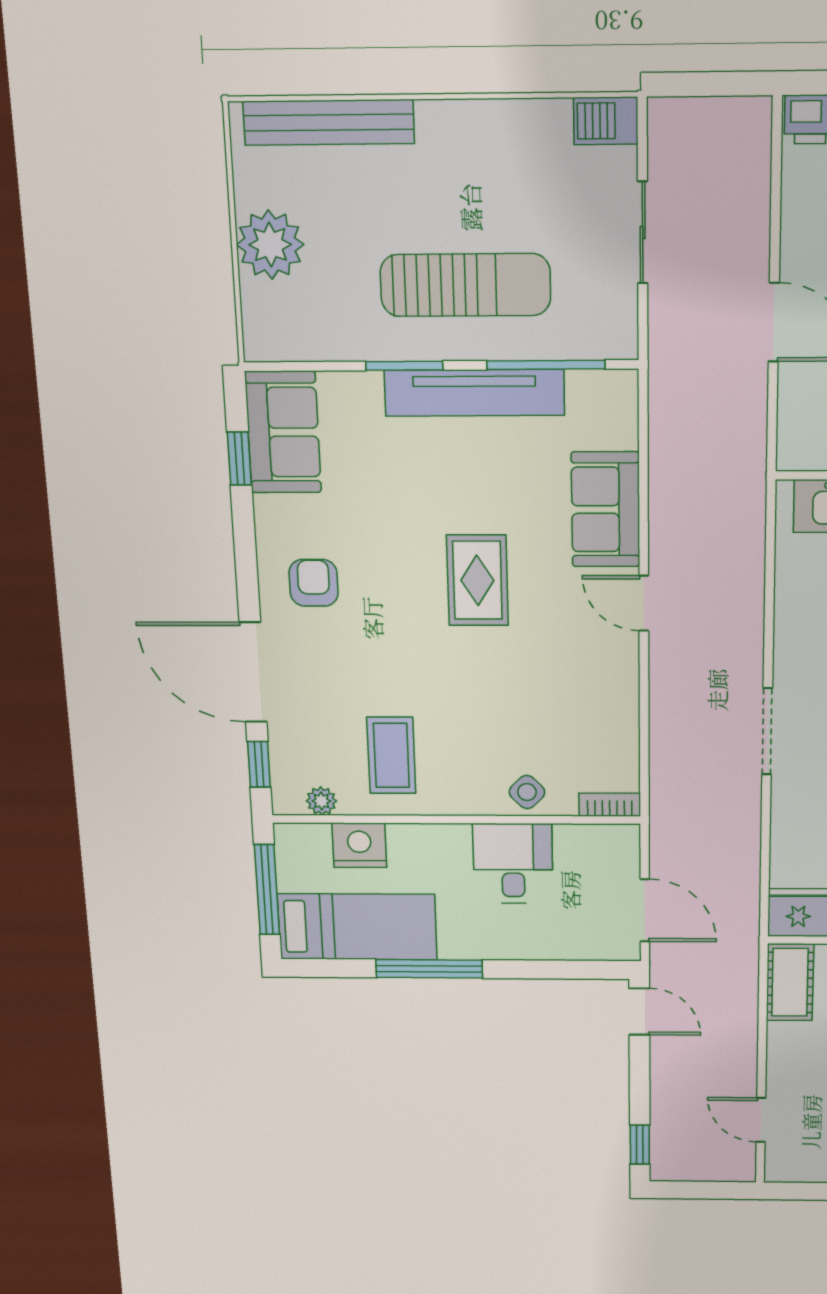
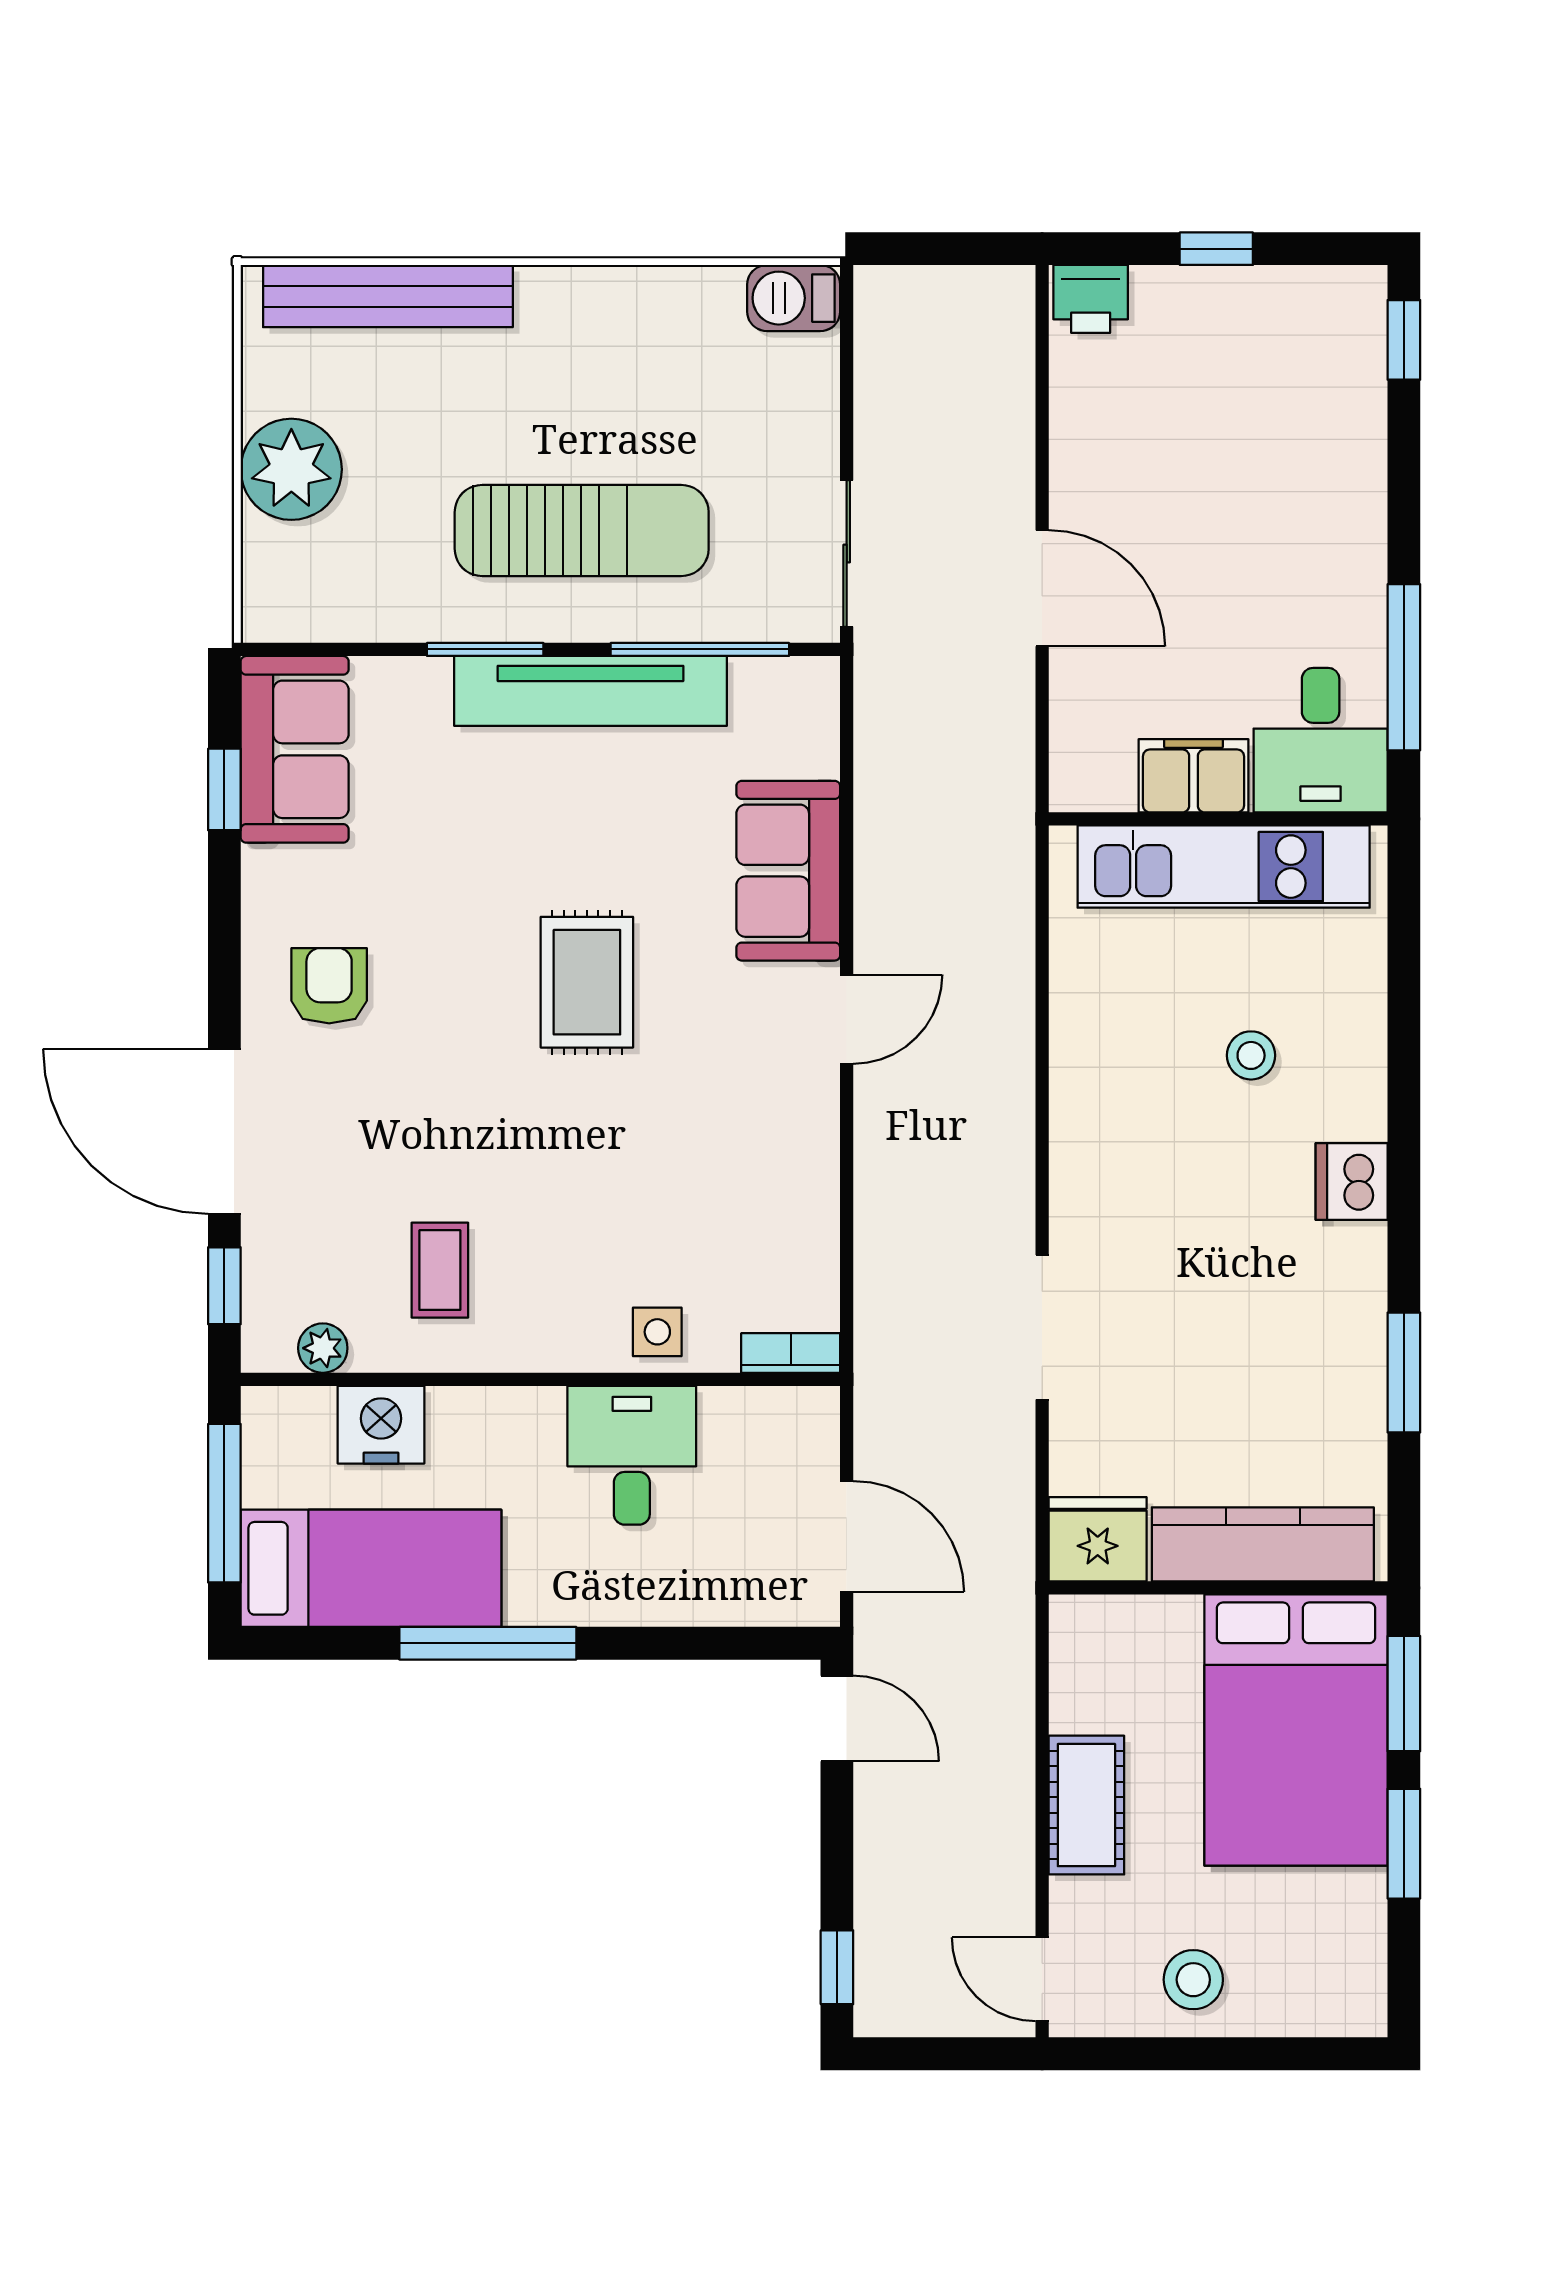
sliding door: (643, 233) -> (847, 554), moved
door: (644, 603) -> (847, 1019), swing flipped
doorway: (767, 731) -> (1042, 1327), moved
coffee table: (391, 755) -> (440, 1270), width x0.73, depth x0.77
side table: (527, 792) -> (657, 1332), turned 45
cot: (790, 982) -> (1086, 1805), moved
door: (761, 1120) -> (1042, 1979), moved

